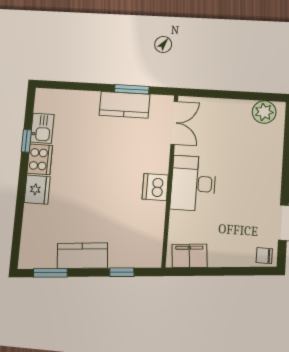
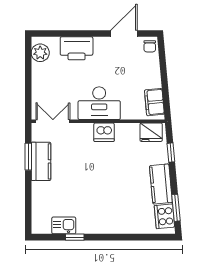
cooker: (40, 159) -> (164, 216), moved, turned -95
printer: (267, 159) -> (77, 48), added
fridge: (37, 190) -> (151, 132), moved, turned 180

